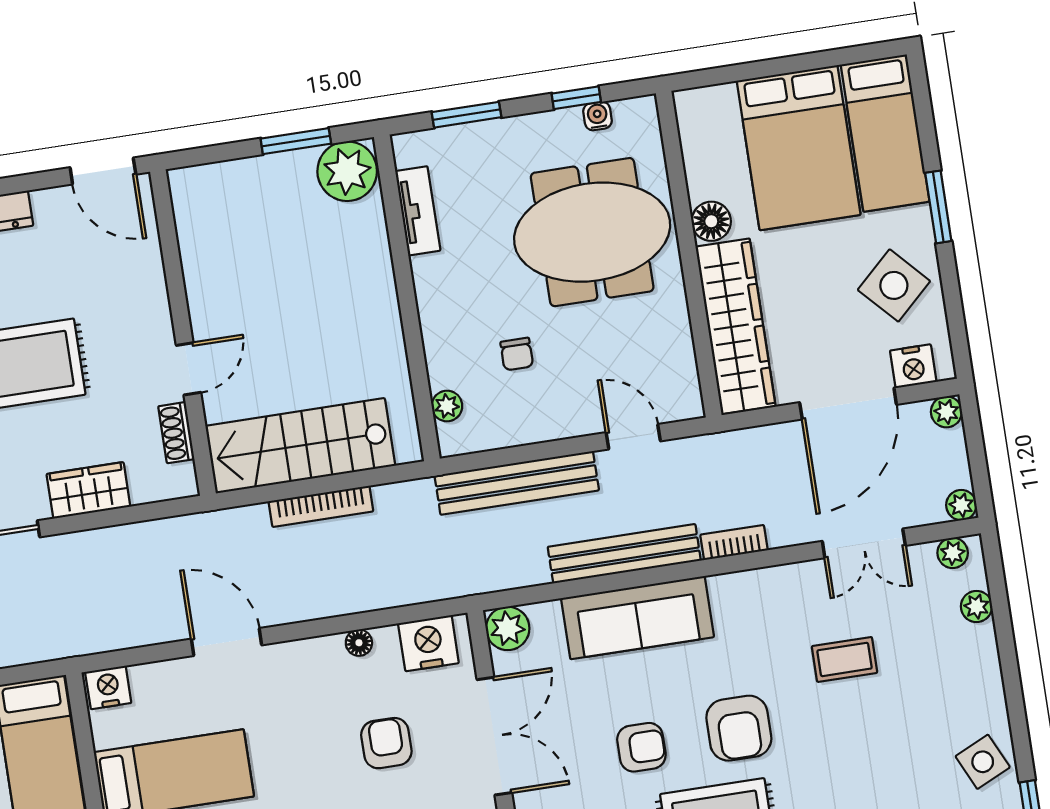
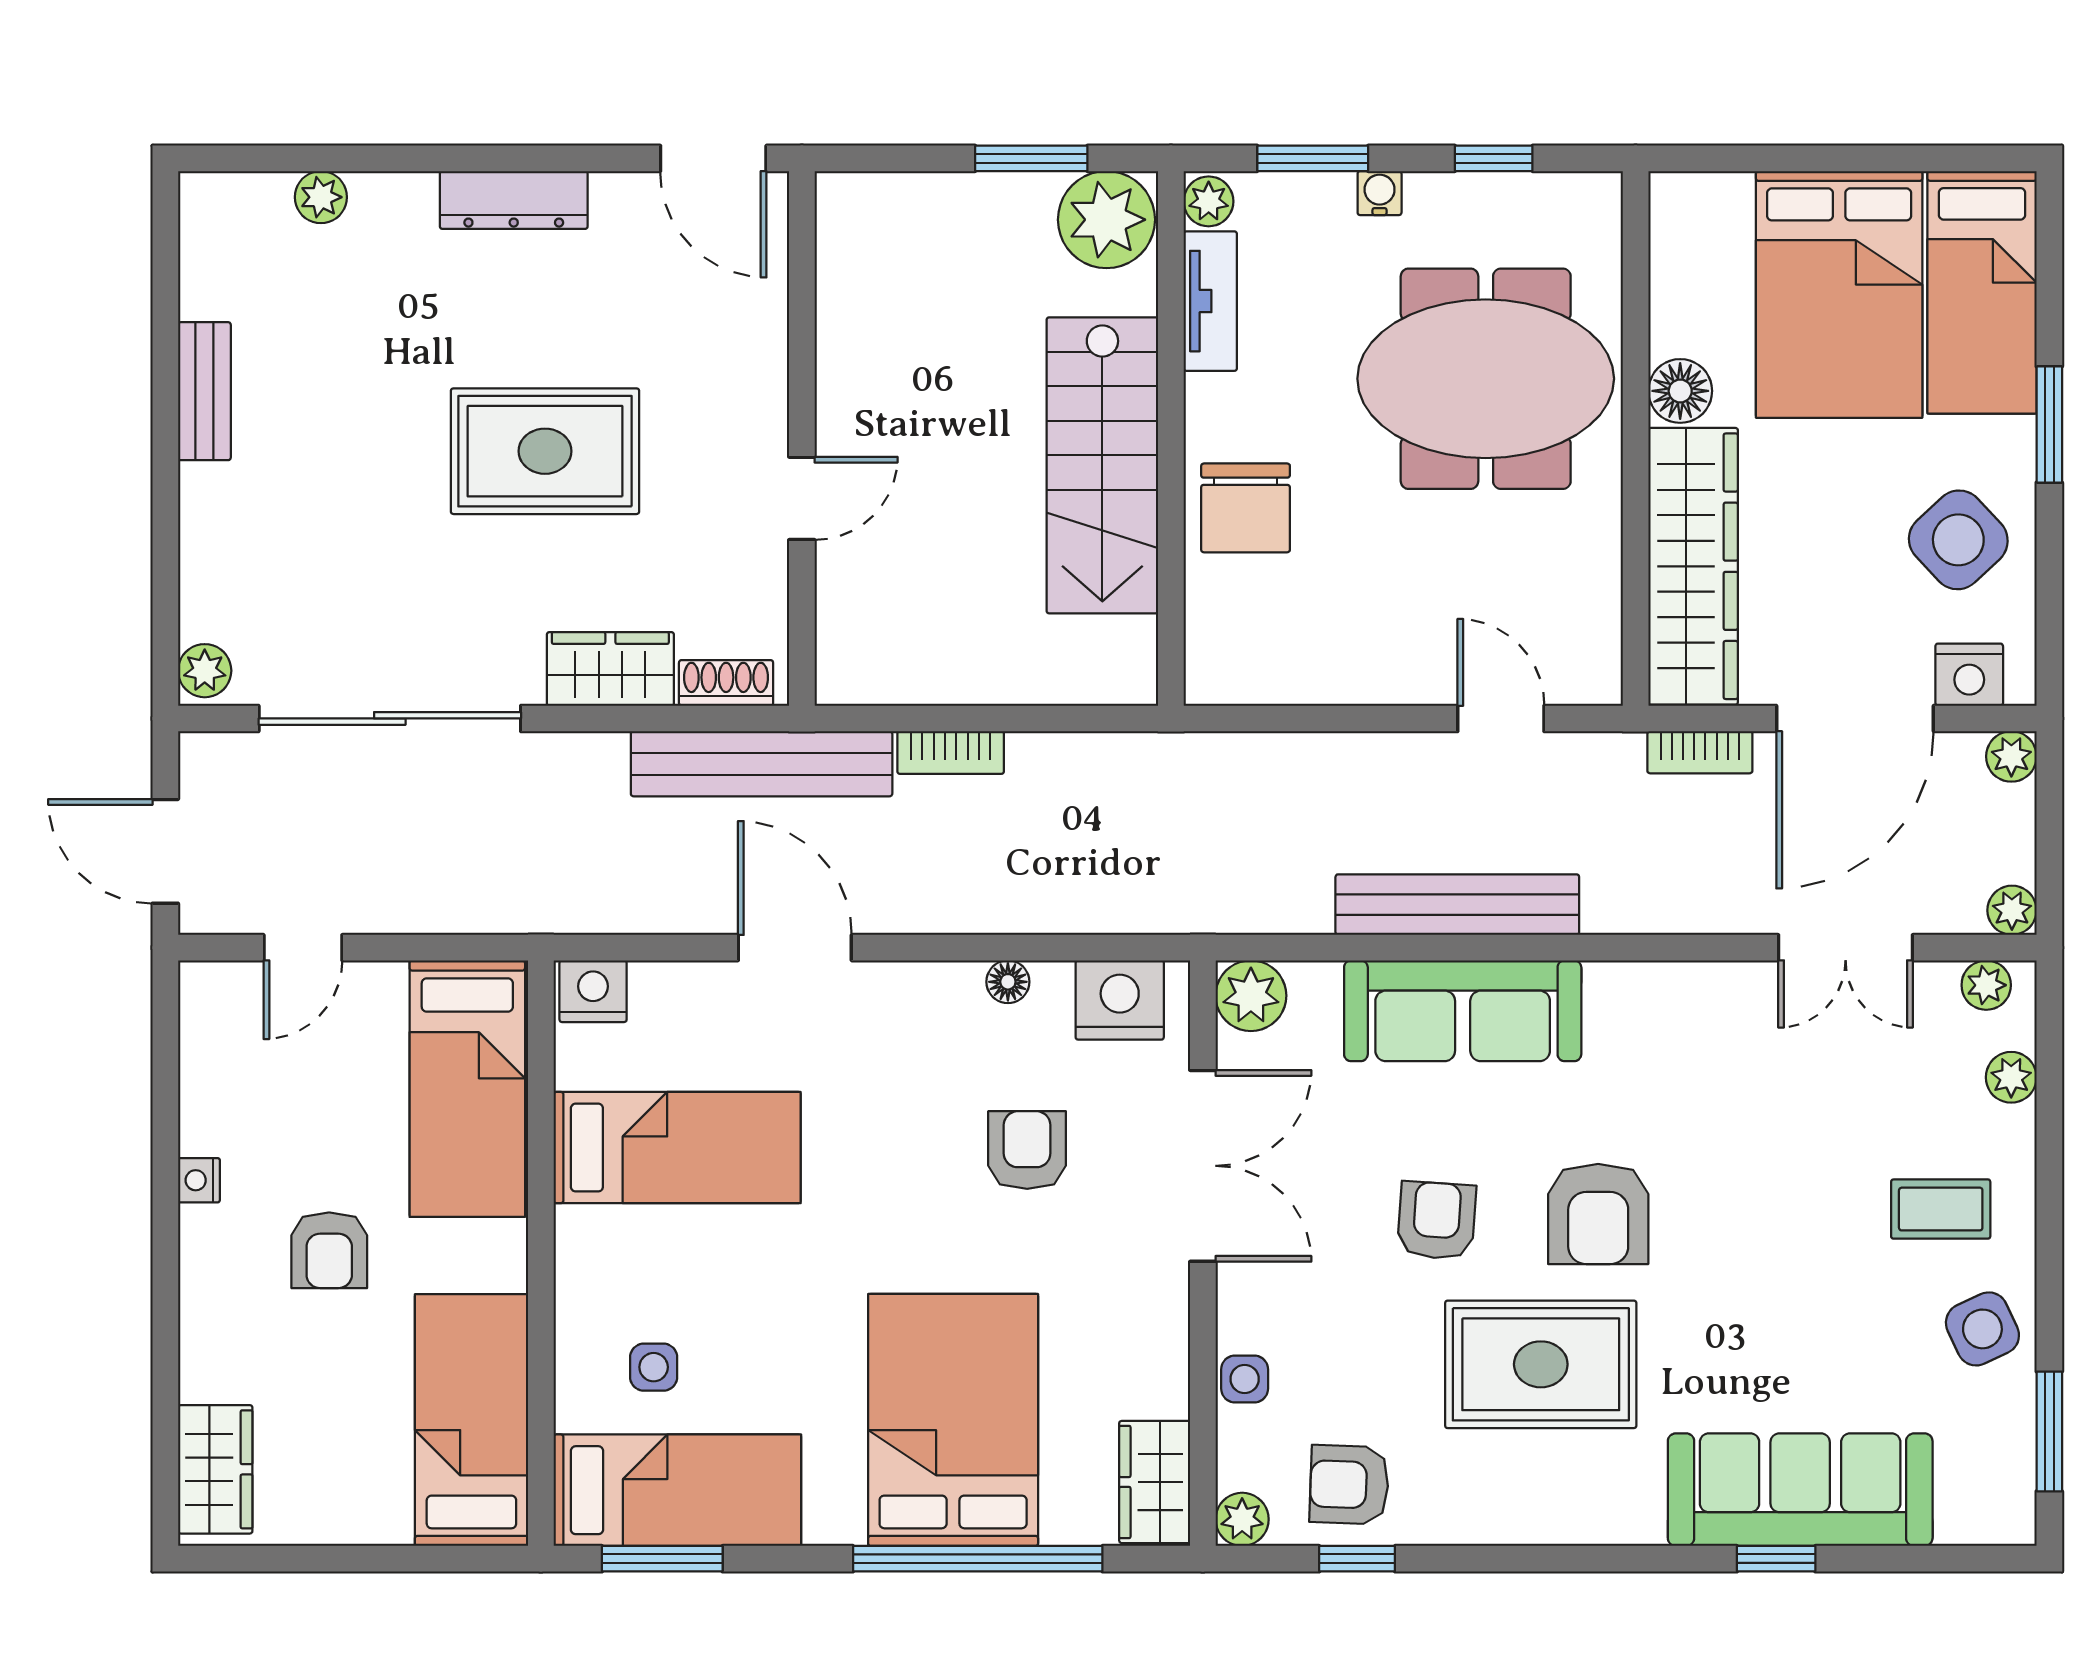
water cooler: (597, 116) -> (1380, 193), moved
chair: (517, 354) -> (1246, 508), moved, width x1.87, depth x1.87
plant: (447, 406) -> (1209, 201), moved
shoe rack: (176, 433) -> (726, 683), moved, turned 90
stairs: (300, 446) -> (1102, 465), moved, turned -90
bench: (517, 483) -> (762, 764), moved
bookcase: (321, 506) -> (951, 753), width x0.64
bookcase: (734, 543) -> (1700, 752), moved, turned 180
coffee table: (845, 659) -> (1941, 1209), moved
armchair: (641, 747) -> (1437, 1220), turned -86

